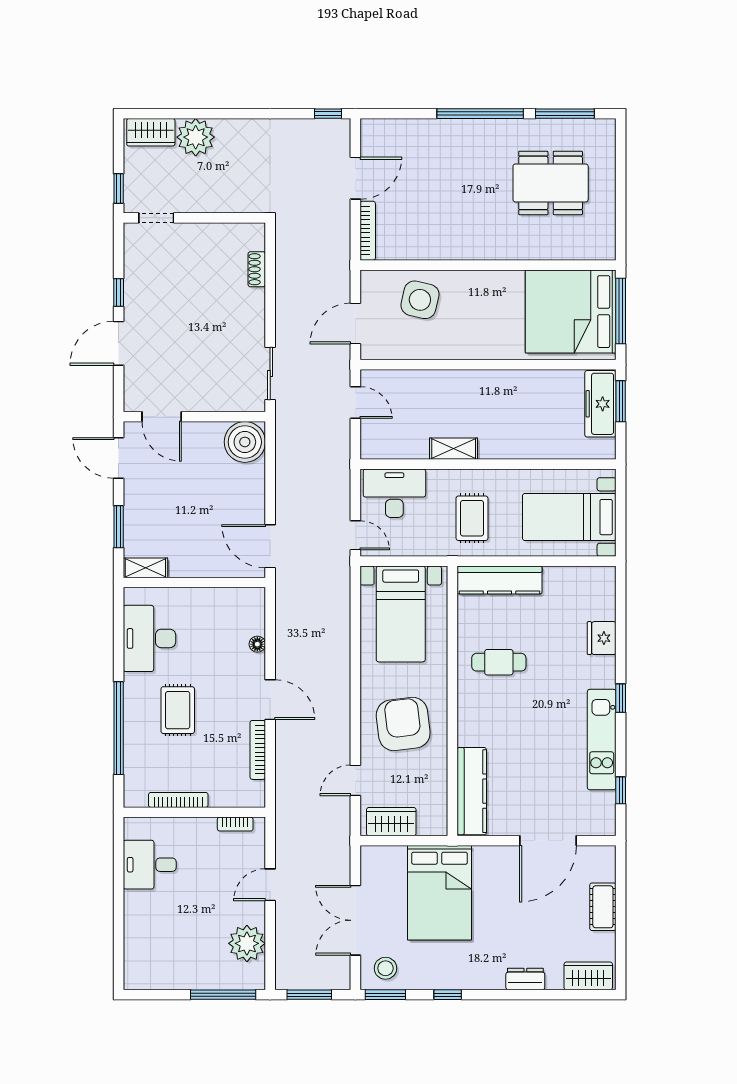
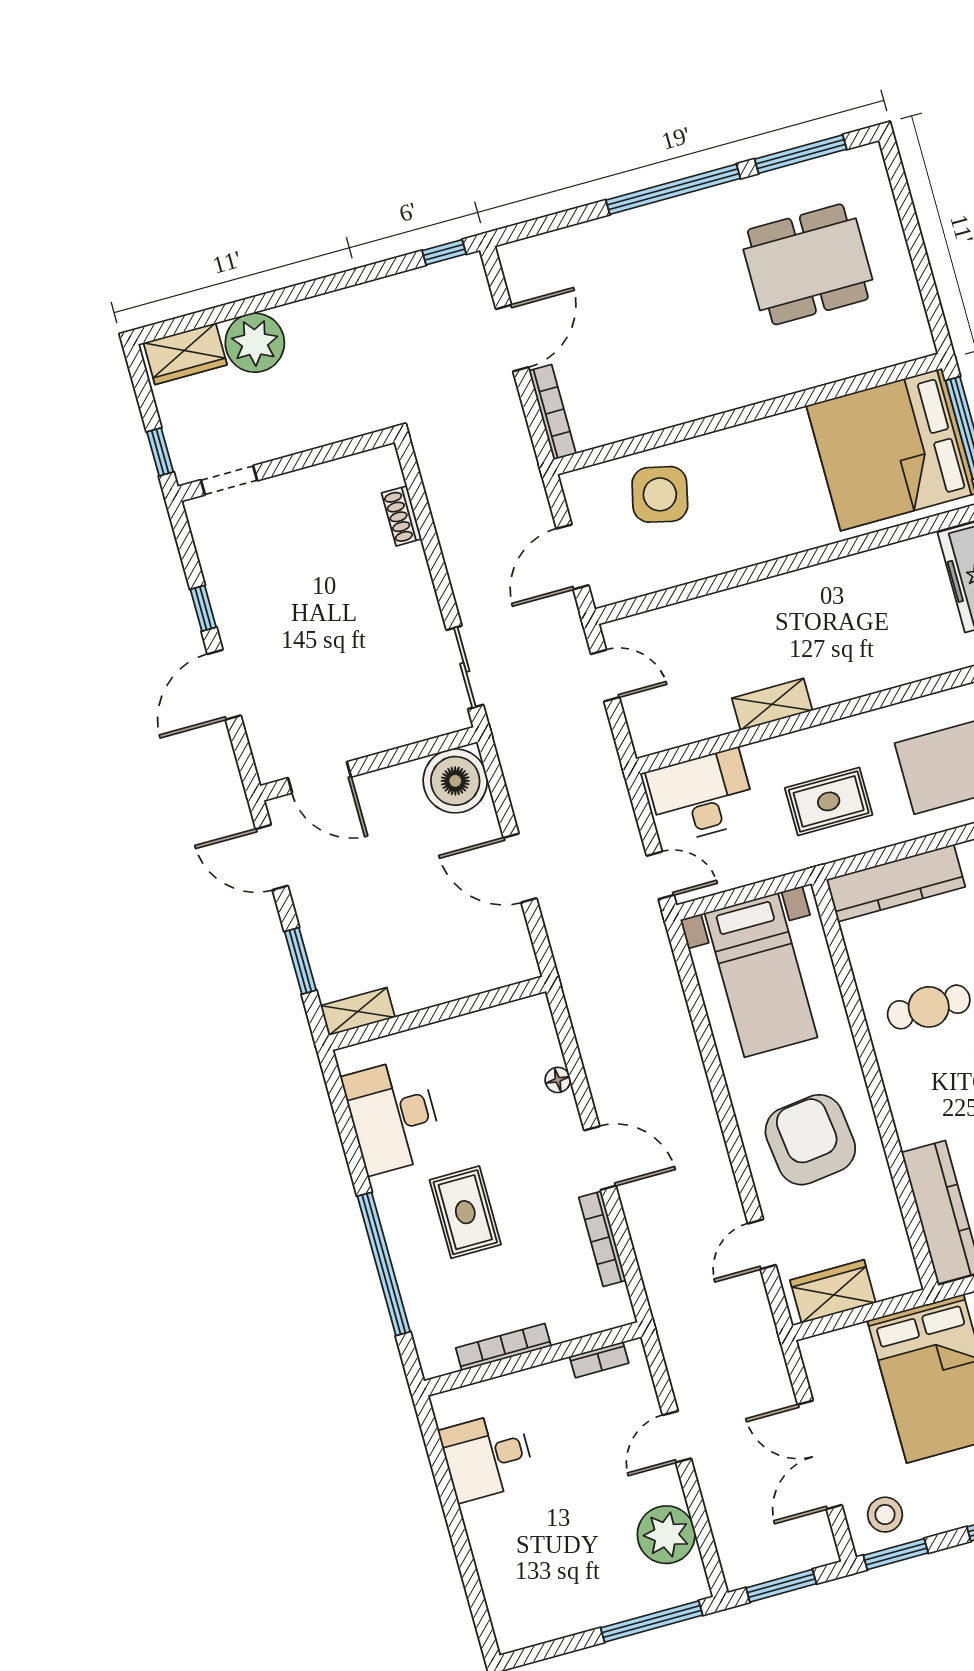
rug: (472, 518) -> (829, 801), turned 90
door: (270, 546) -> (520, 868), moved

